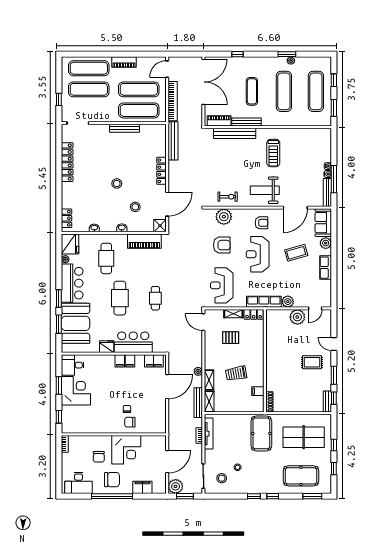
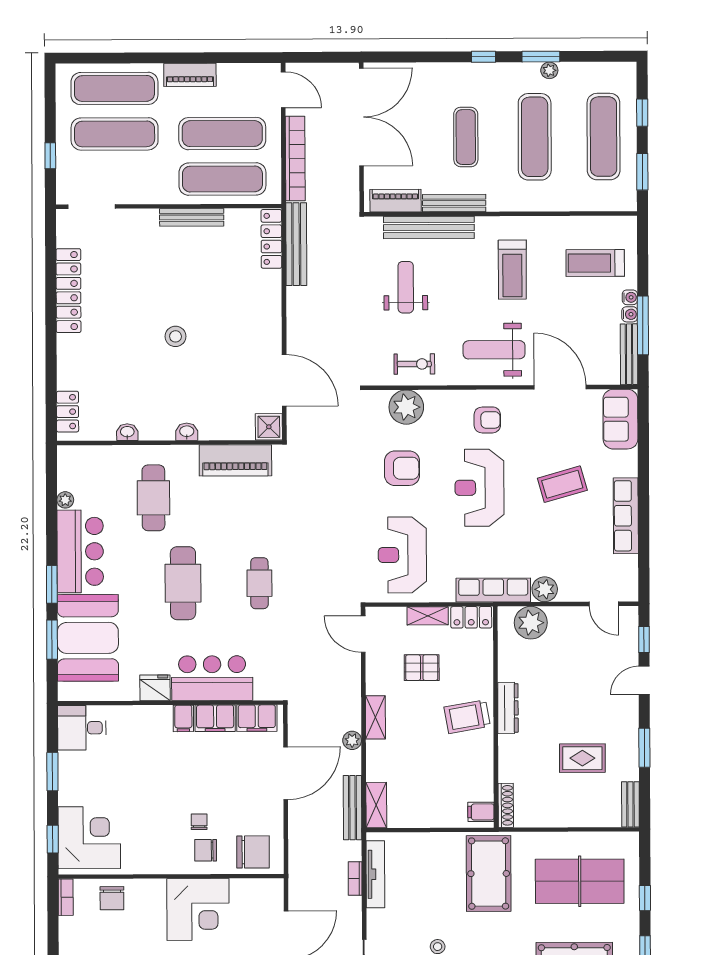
window: (238, 54) -> (483, 57), moved
door: (167, 69) -> (283, 90), swing flipped
treadmill: (312, 150) -> (595, 263), added
weight bench: (224, 161) -> (406, 287), added
locker: (161, 171) -> (271, 239), moved
door: (167, 204) -> (284, 380), hinge flipped
stool: (135, 207) -> (215, 387), removed
door: (295, 208) -> (560, 387), swing flipped
plant: (326, 243) -> (626, 463), removed
fridge: (70, 244) -> (75, 467), removed
row of seats: (326, 268) -> (626, 516), width x1.48
door: (315, 308) -> (604, 604), hinge flipped
plant: (297, 317) -> (531, 623), moved
door: (334, 344) -> (644, 680), hinge flipped
dresser: (271, 357) -> (508, 708), added
filing cabinet: (130, 361) -> (215, 718), width x2.00
rug: (312, 362) -> (582, 758), moved
trolley: (236, 373) -> (467, 717), moved
shelving: (209, 380) -> (375, 717), moved
corner desk: (76, 391) -> (89, 838), moved
filing cabinet: (258, 391) -> (481, 812), moved
window: (334, 398) -> (644, 639), moved
chair: (152, 423) -> (253, 852), added
chair: (99, 457) -> (112, 898), moved

